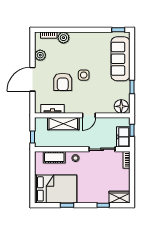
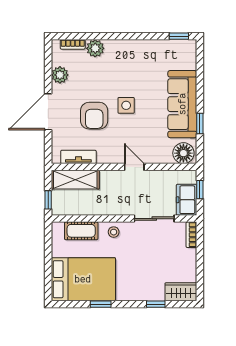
sofa: (120, 59) -> (182, 104), moved
door: (89, 115) -> (134, 167), swing flipped
shelving: (63, 124) -> (75, 180), moved

